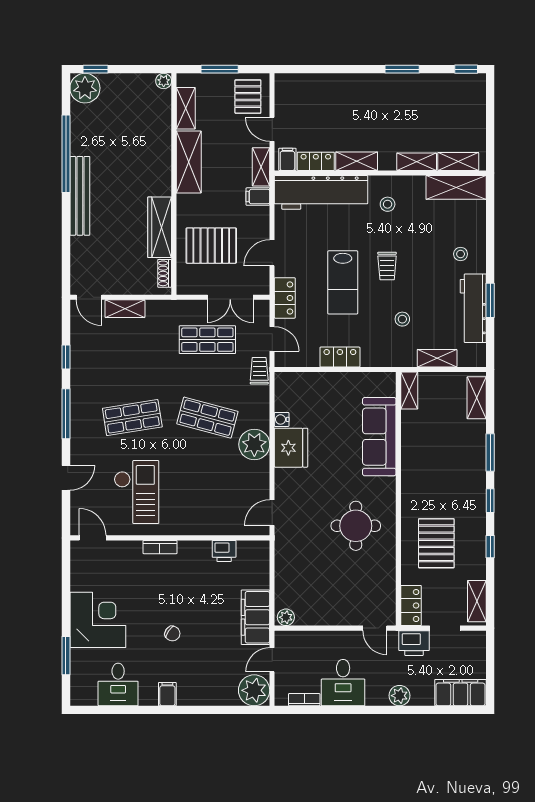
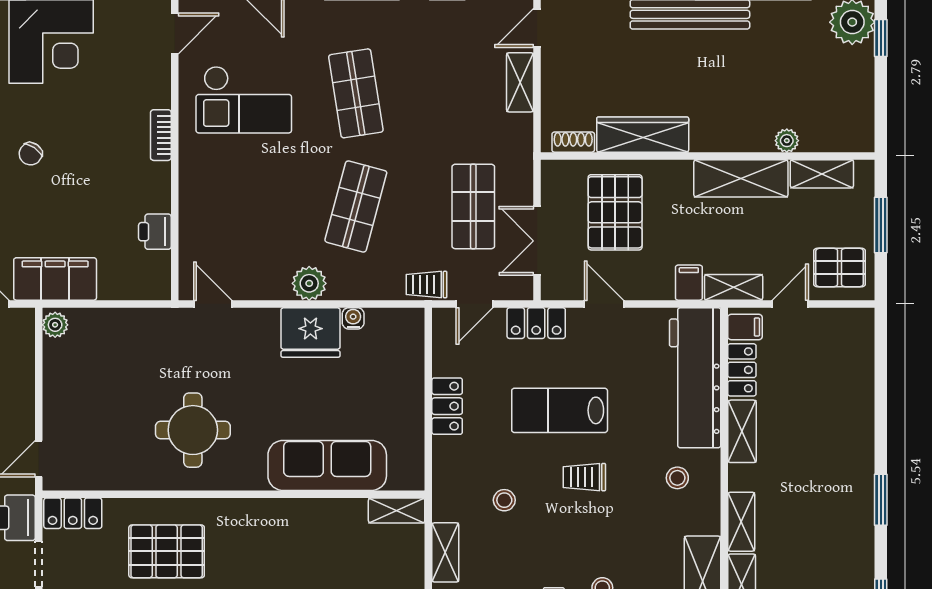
plant: (164, 81) -> (787, 141), moved
trolley: (259, 371) -> (426, 285), turned 180
plant: (254, 444) -> (309, 283), width x0.73, depth x0.73

